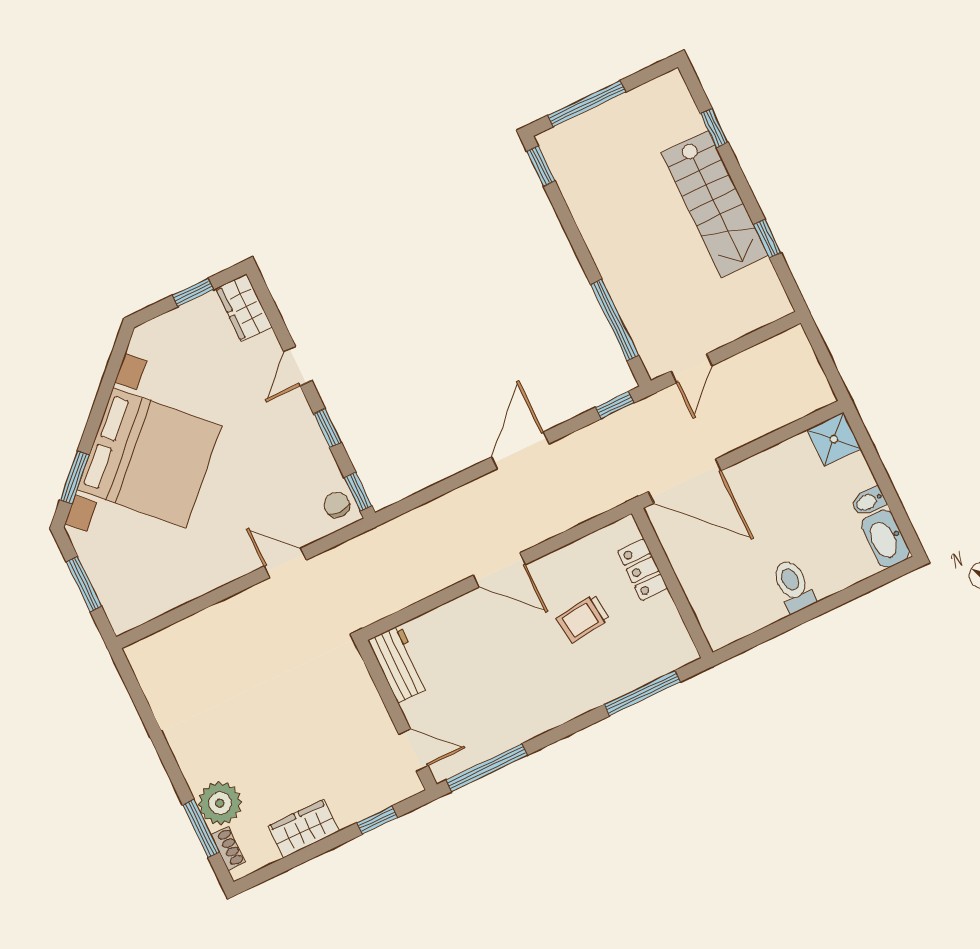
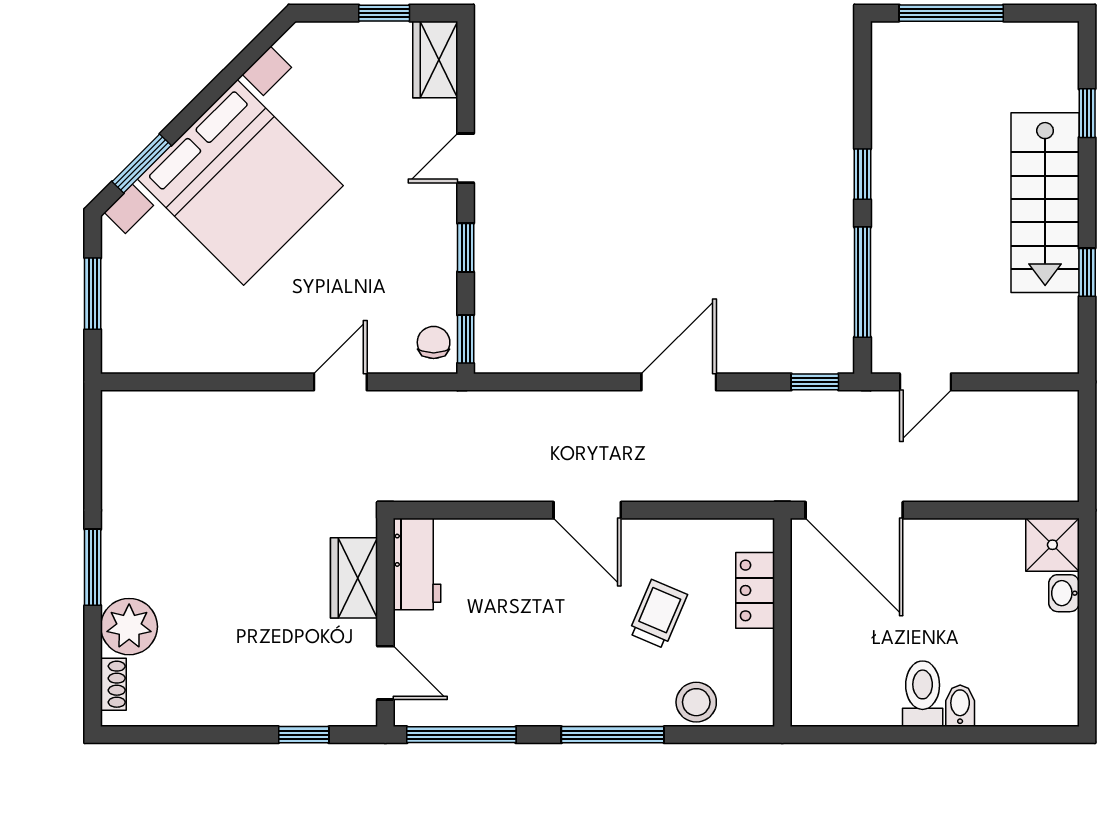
window: (541, 166) -> (863, 174), moved
bidet: (869, 501) -> (960, 706), moved, turned 90
washbasin: (886, 539) -> (1064, 593), moved, width x0.52, depth x0.69
door: (285, 563) -> (340, 382), hinge flipped
trolley: (583, 618) -> (658, 614), turned 120
stool: (639, 667) -> (696, 702), added
window: (642, 693) -> (613, 735), moved
window: (201, 828) -> (93, 567), moved
wardrobe: (304, 829) -> (354, 578), moved, turned -90

